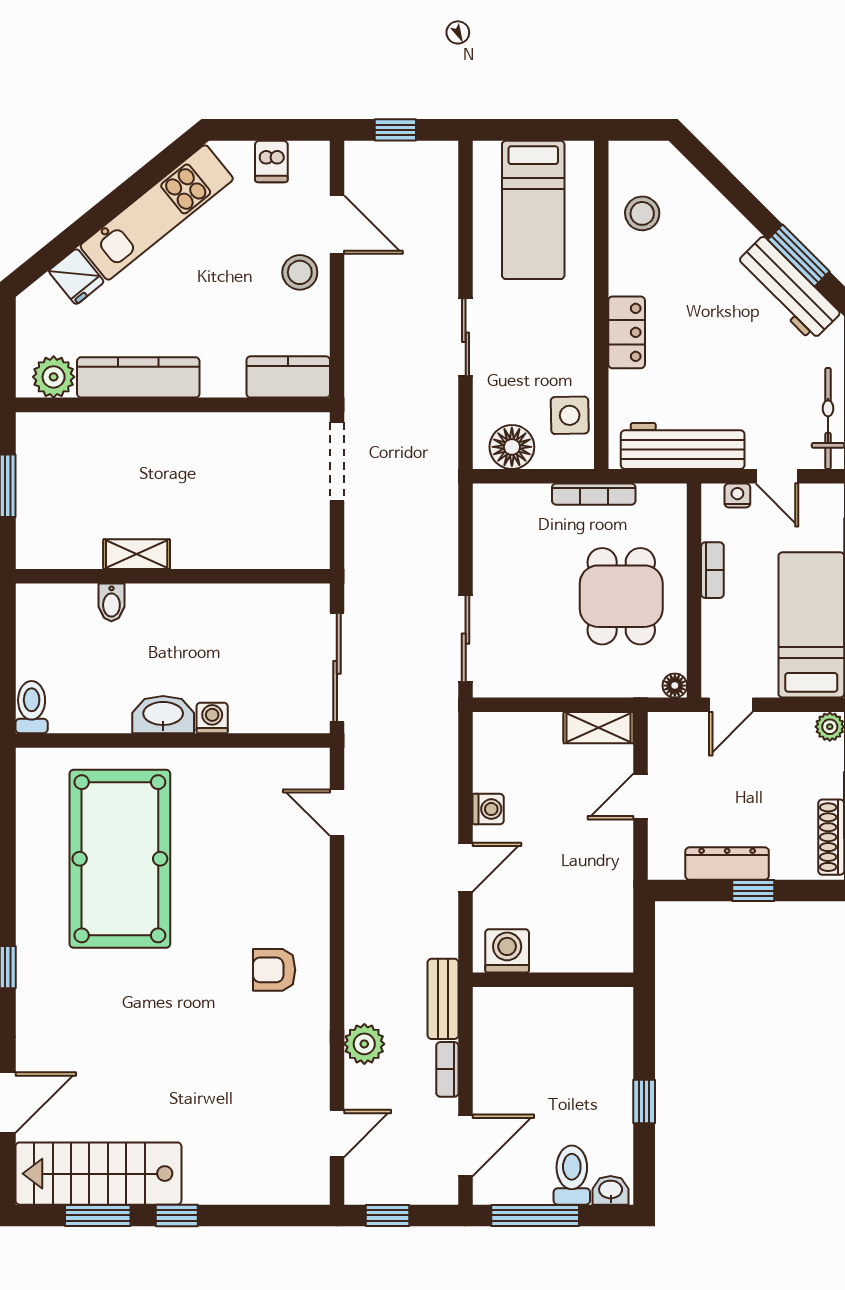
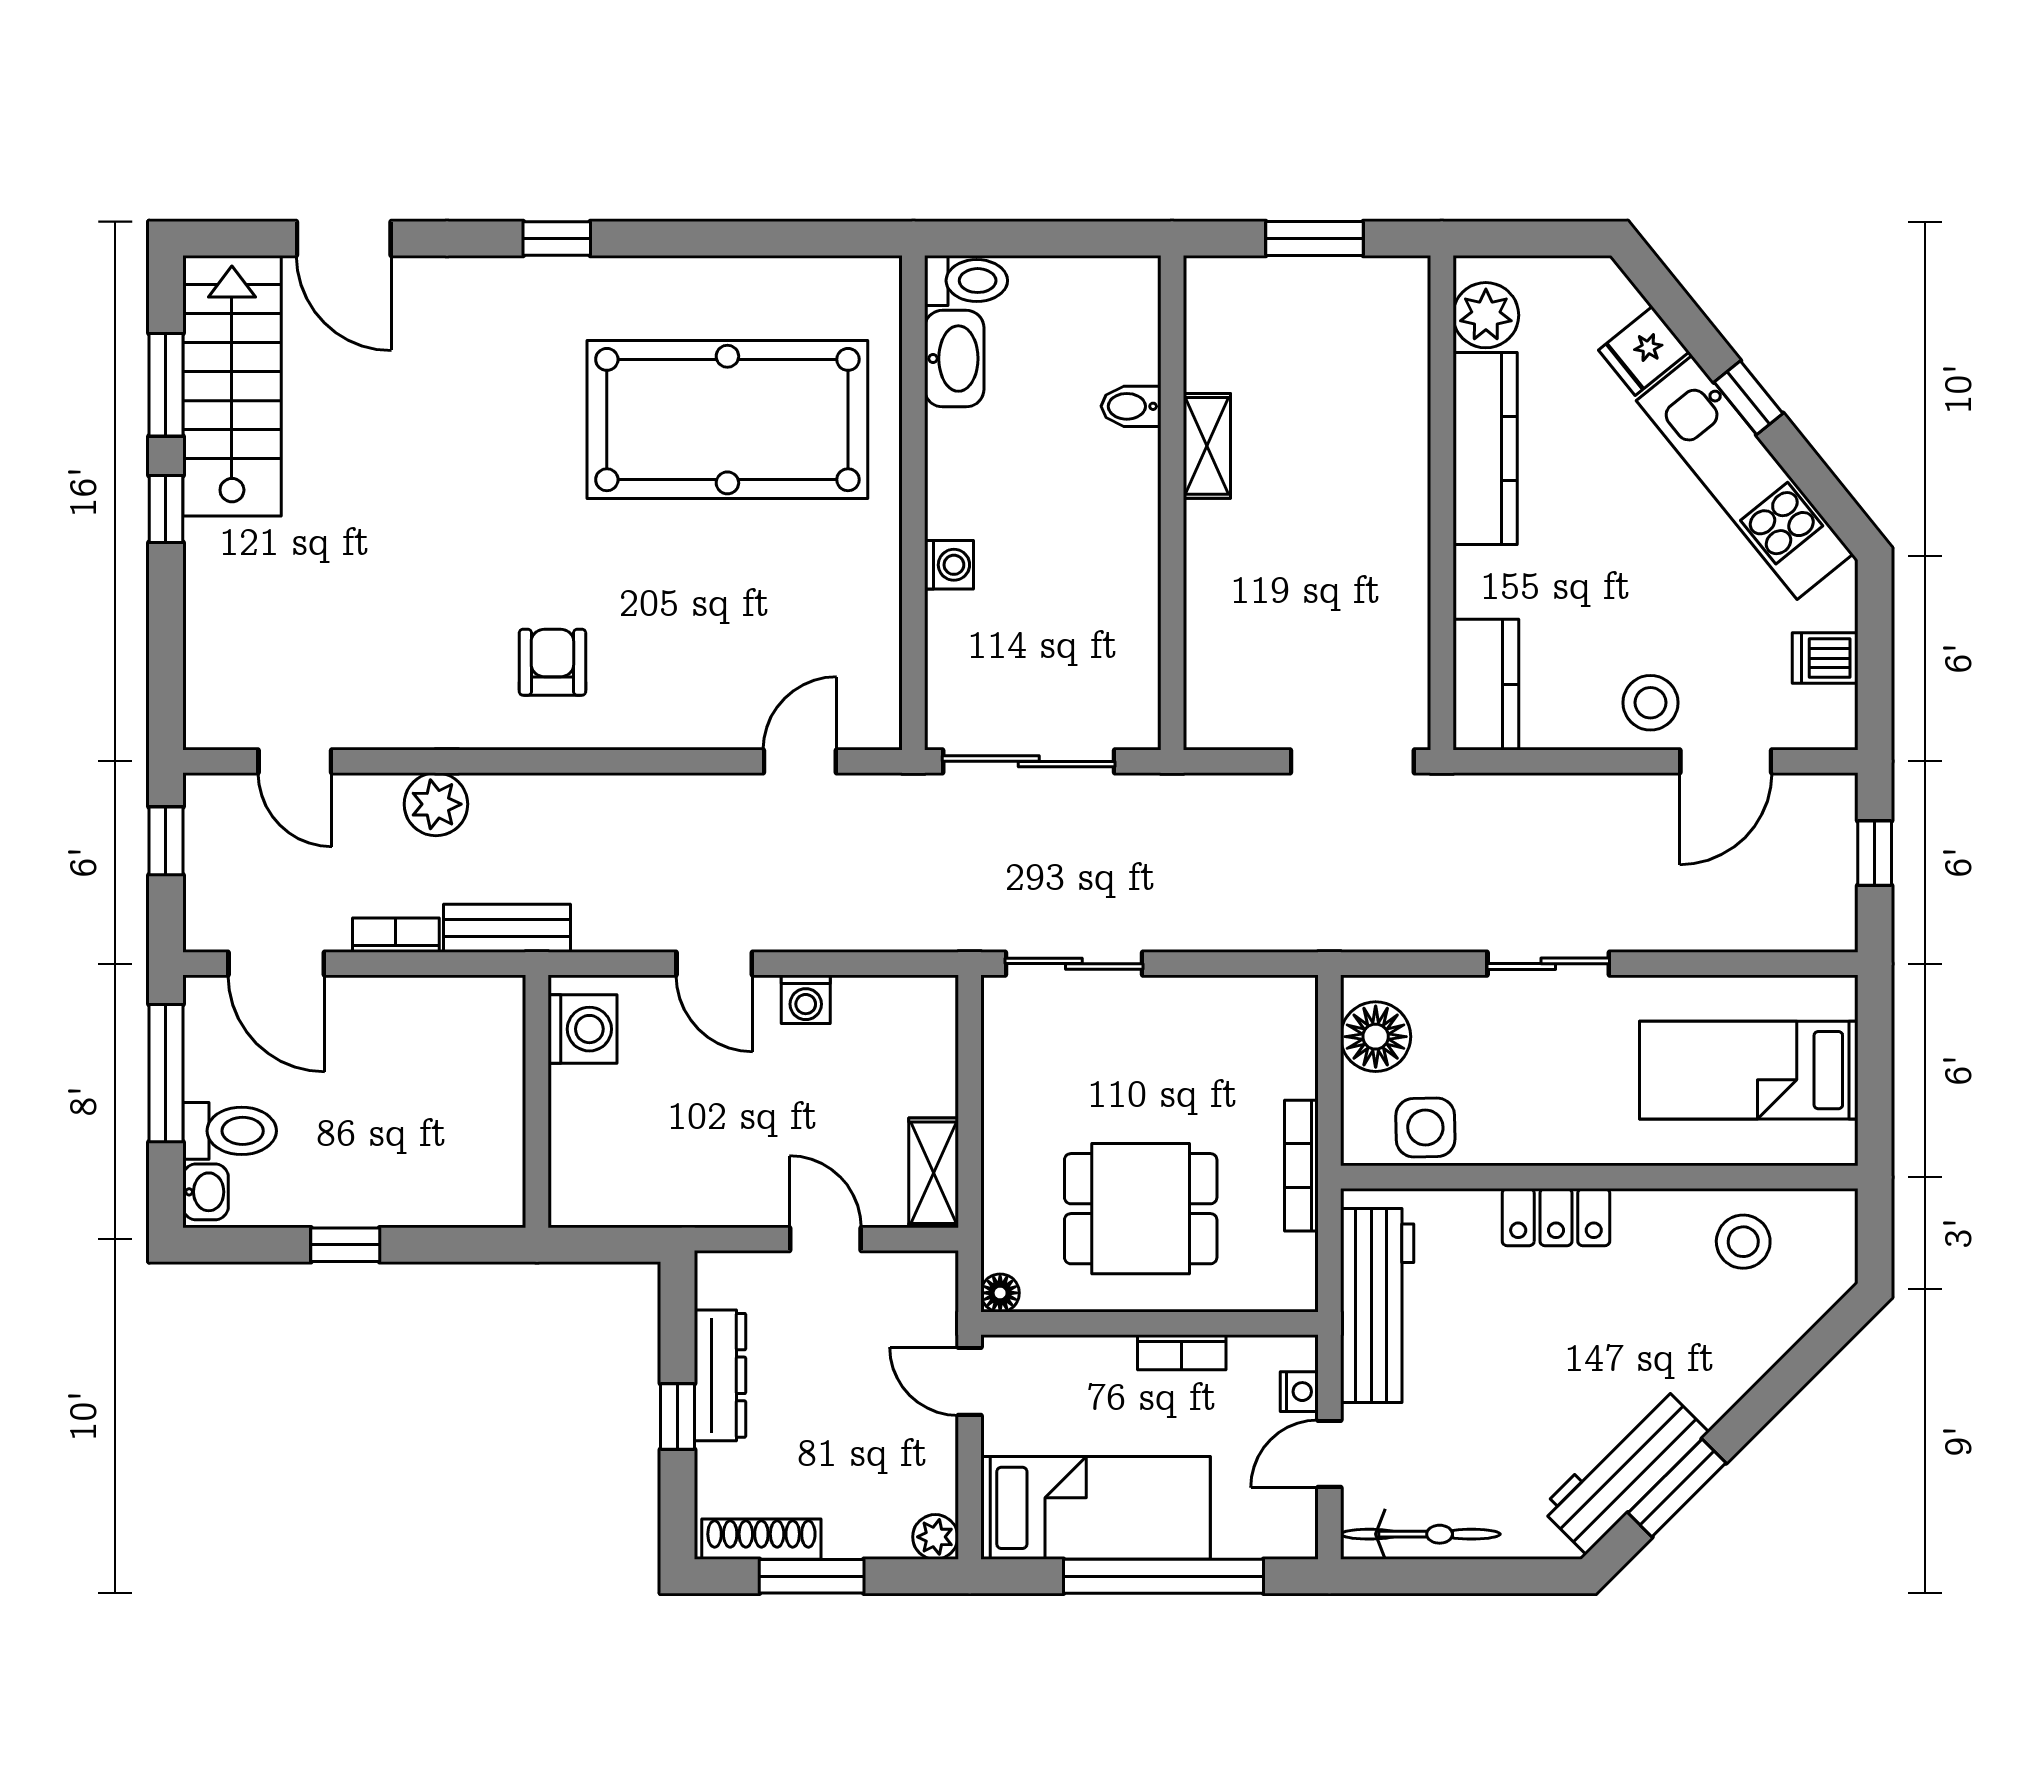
window: (106, 210) -> (1748, 398), added
washbasin: (163, 715) -> (954, 359), moved

